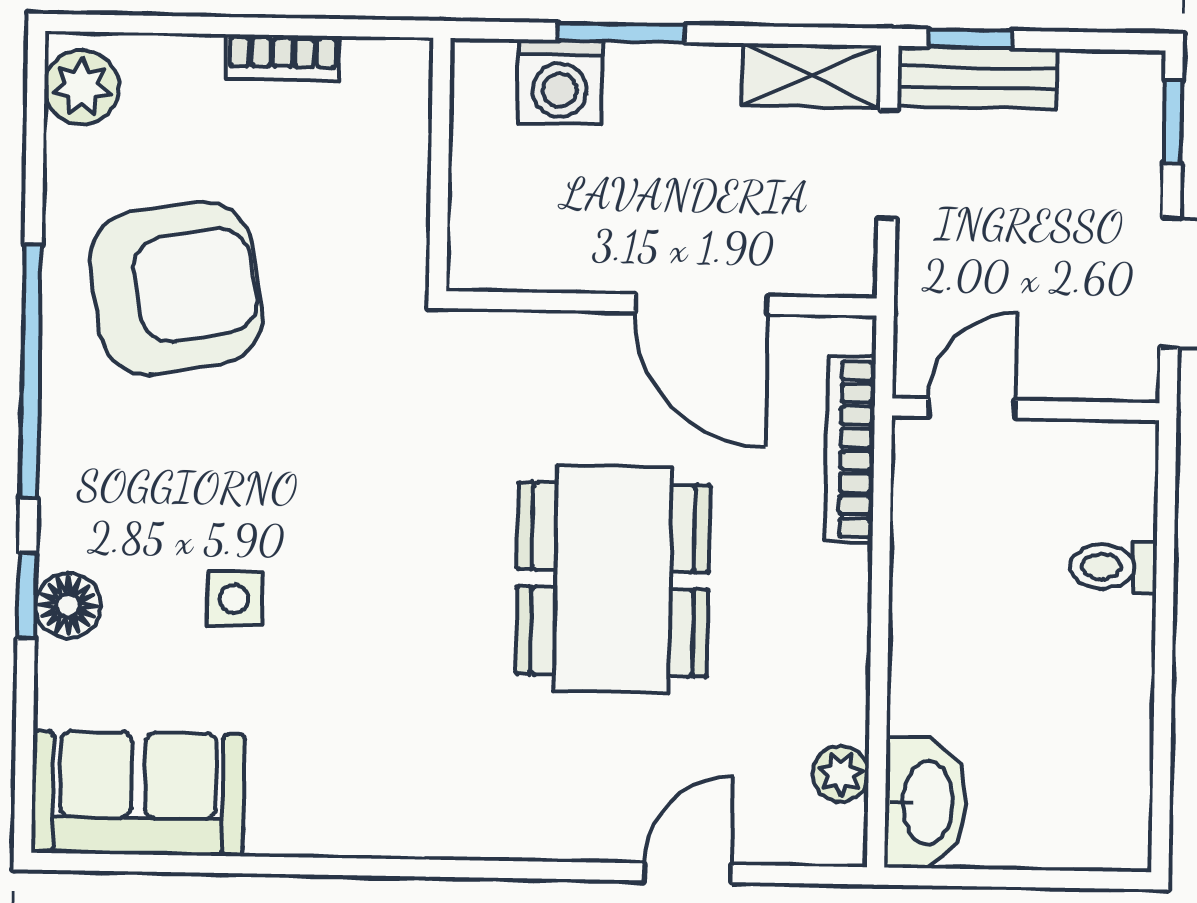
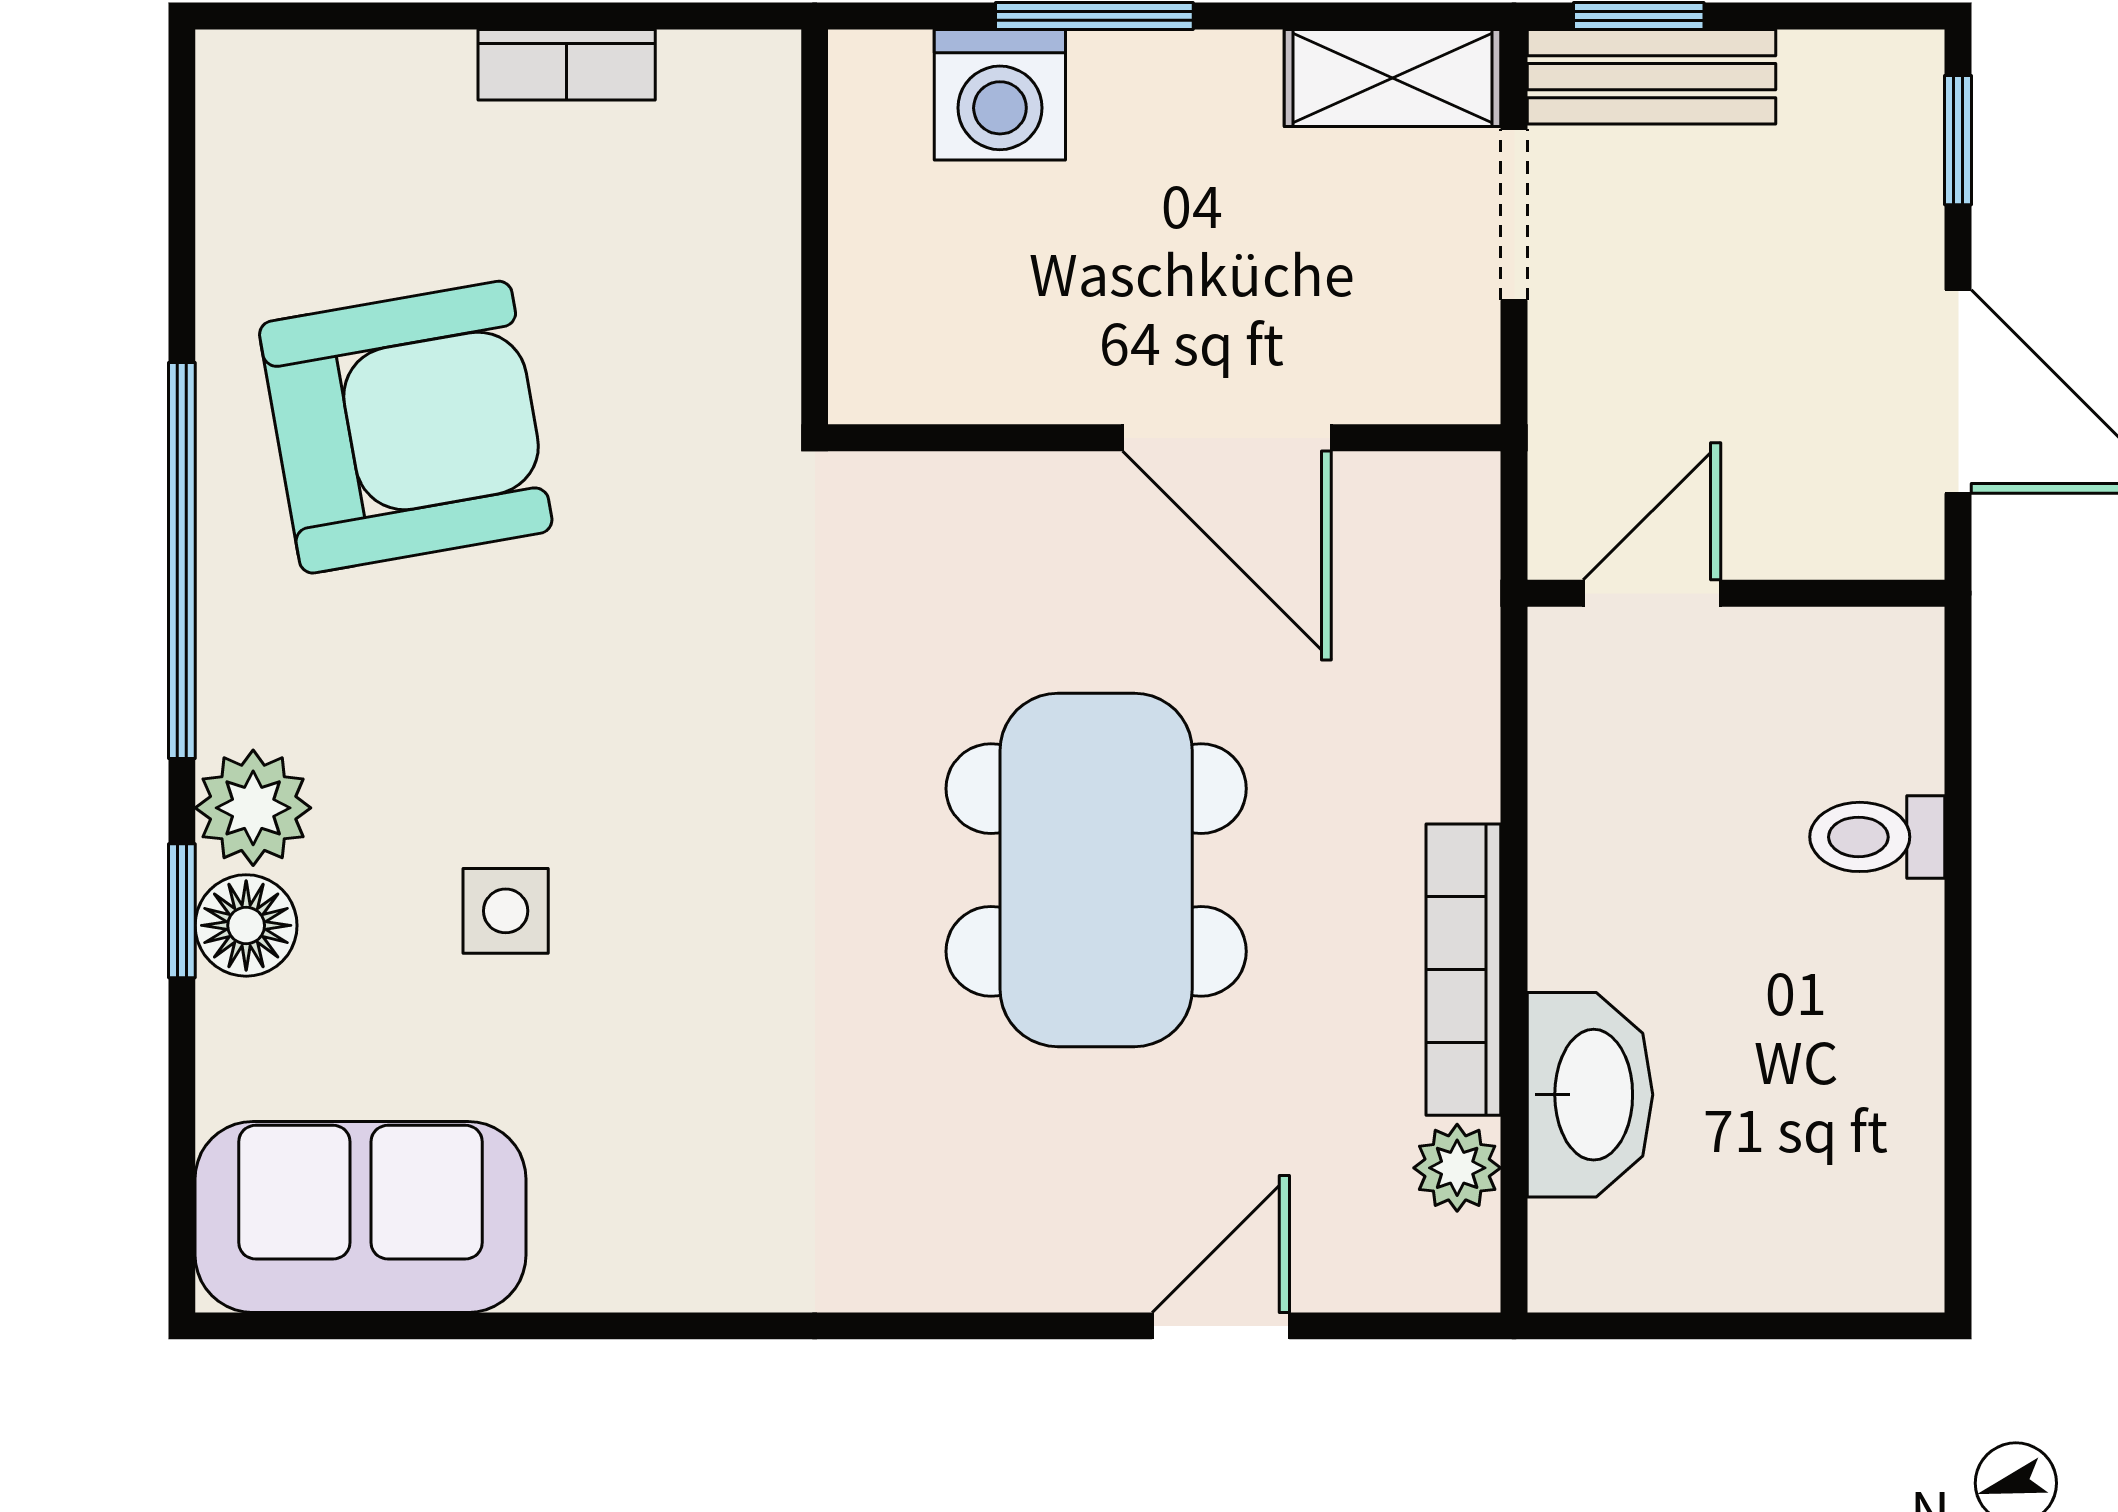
plant: (81, 87) -> (253, 808), moved
bookcase: (850, 449) -> (1463, 970), moved
washbasin: (925, 803) -> (1590, 1095), moved

